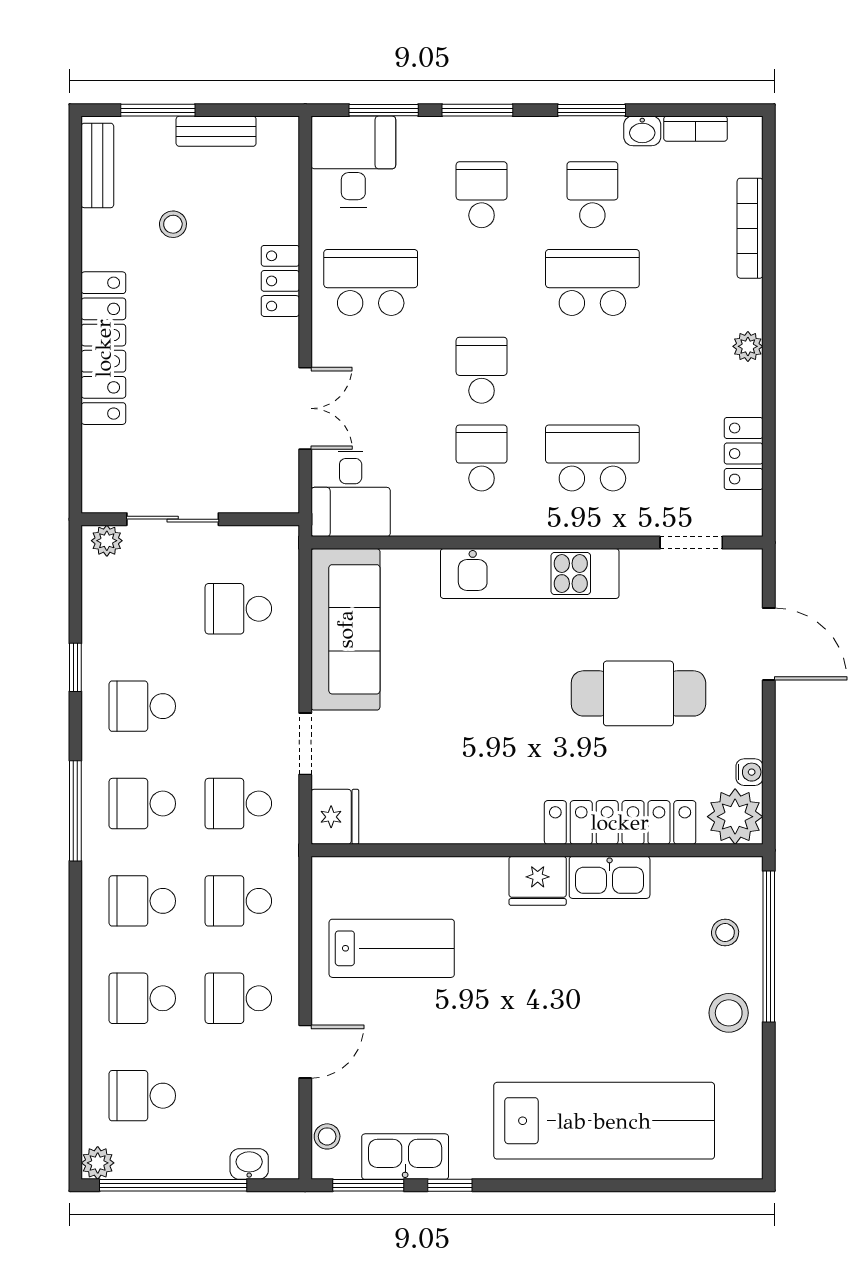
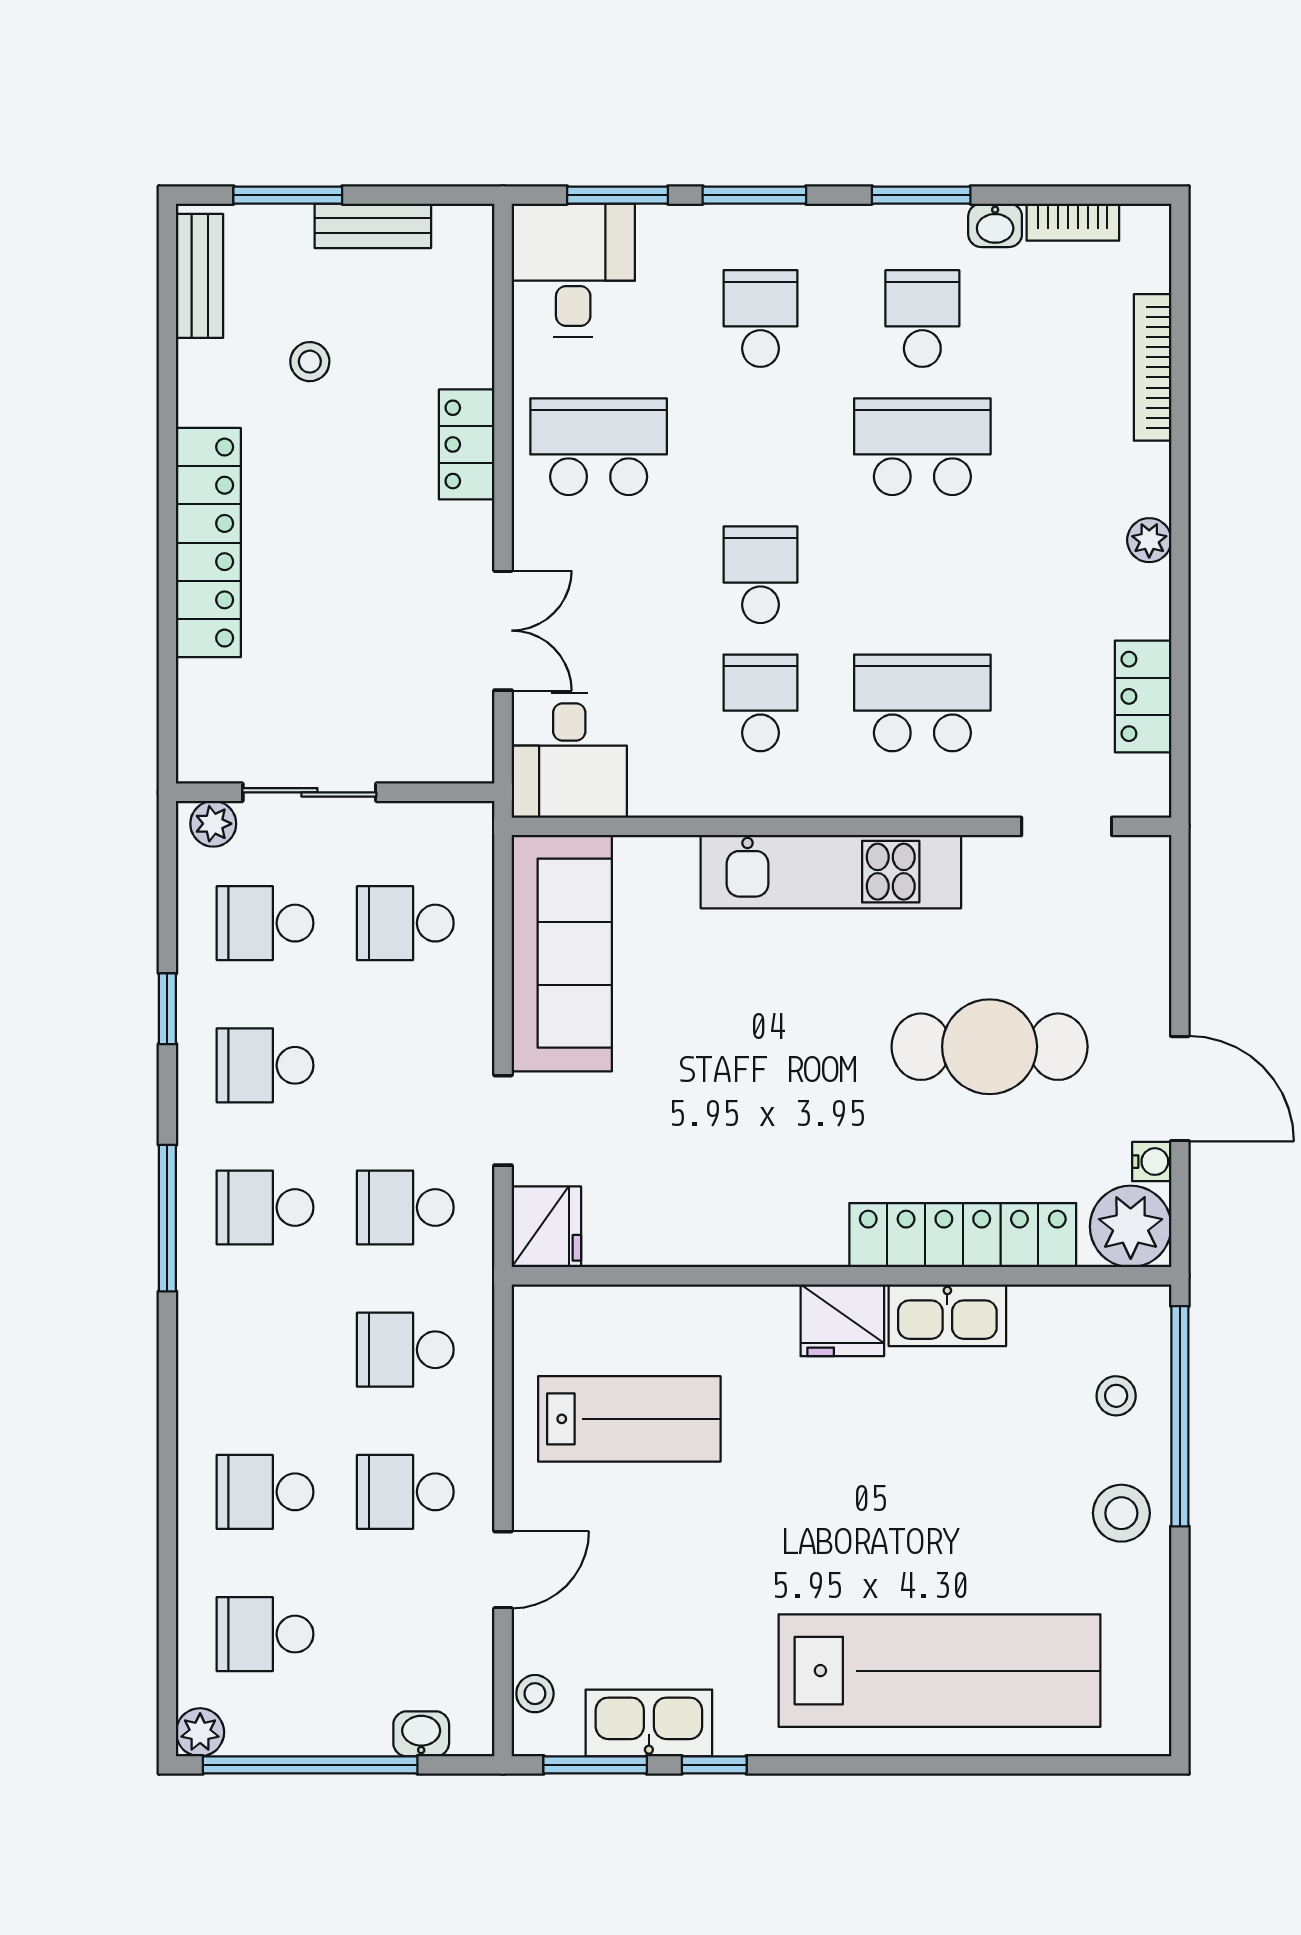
door: (769, 644) -> (1180, 1089), moved
school desk: (142, 901) -> (265, 923), moved

